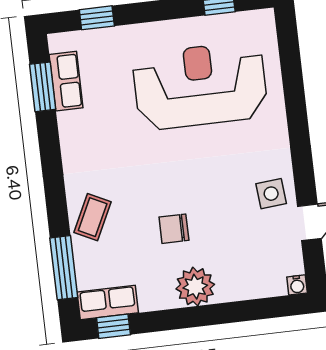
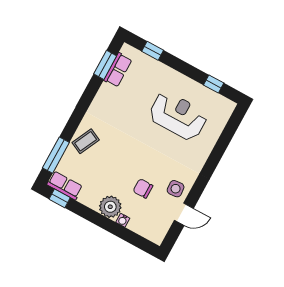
reception desk: (200, 86) -> (178, 116), width x0.74, depth x0.77
chair: (174, 229) -> (143, 188), moved
water cooler: (297, 285) -> (123, 220), moved

